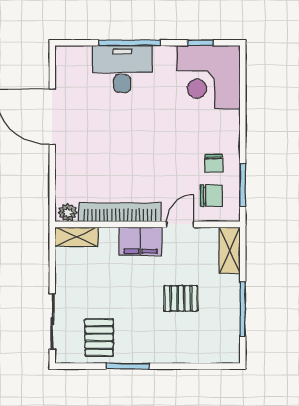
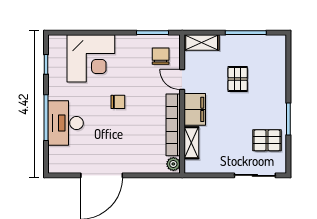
corner desk: (208, 77) -> (91, 58), moved
chair: (214, 163) -> (118, 102), moved
shelving: (76, 237) -> (191, 143), moved

